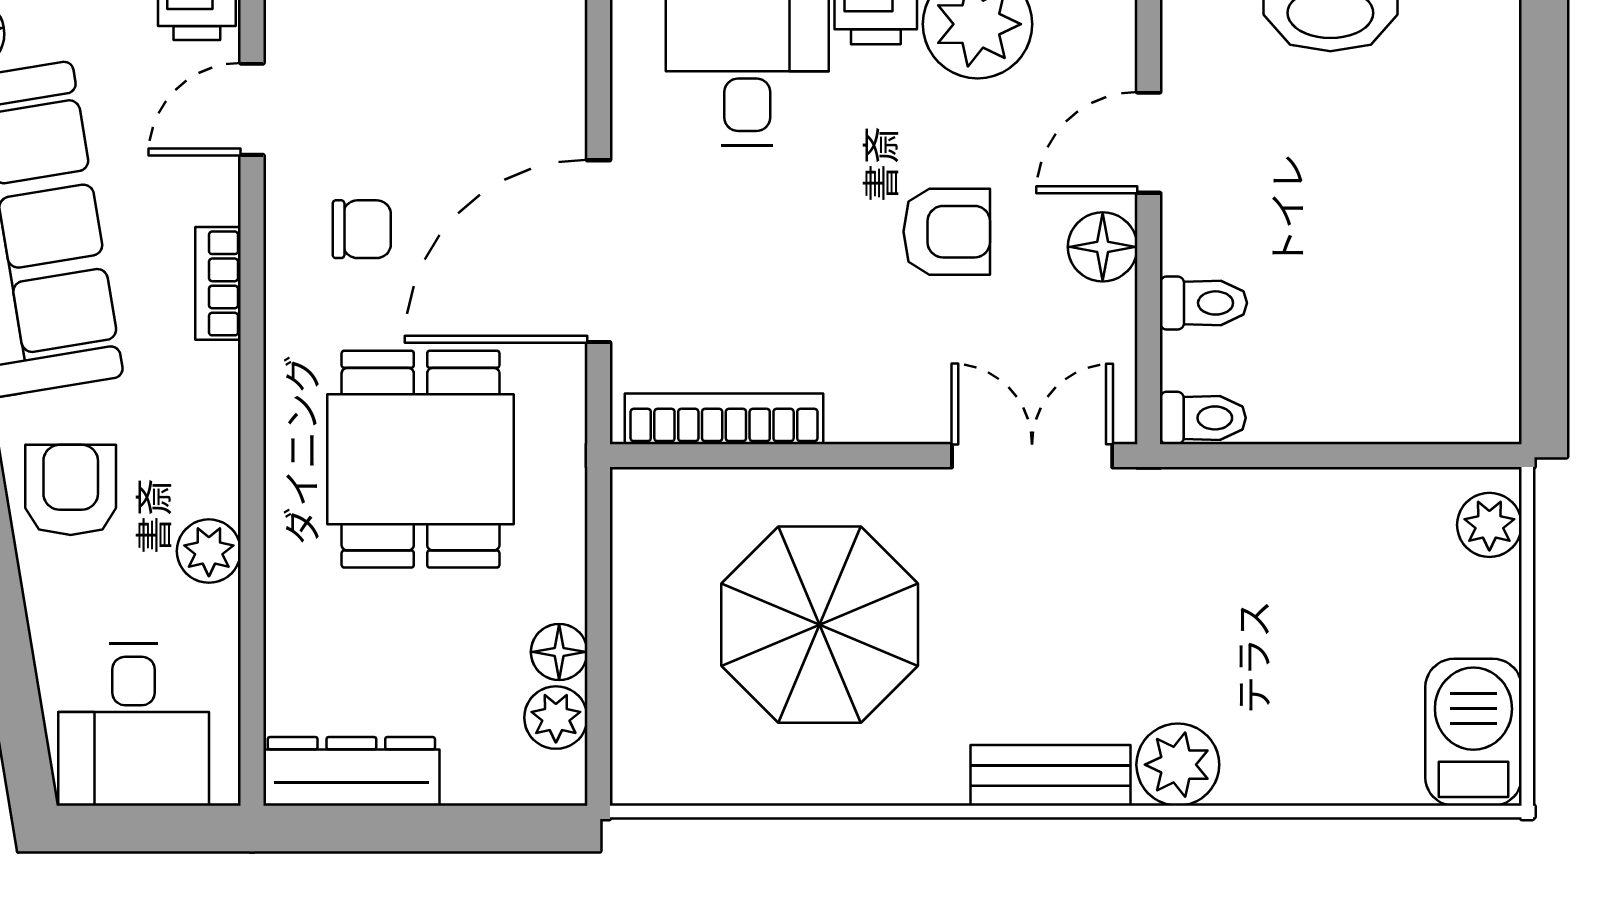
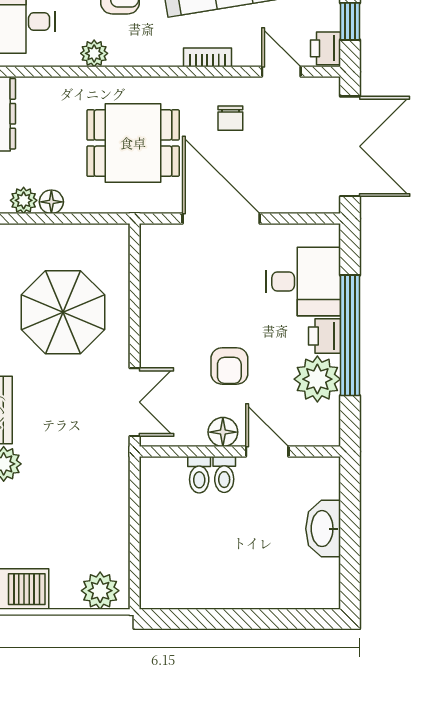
toilet: (1203, 418) -> (224, 474), moved
bookcase: (724, 419) -> (150, 272), removed
plant: (1489, 525) -> (100, 591), width x1.38, depth x1.38

